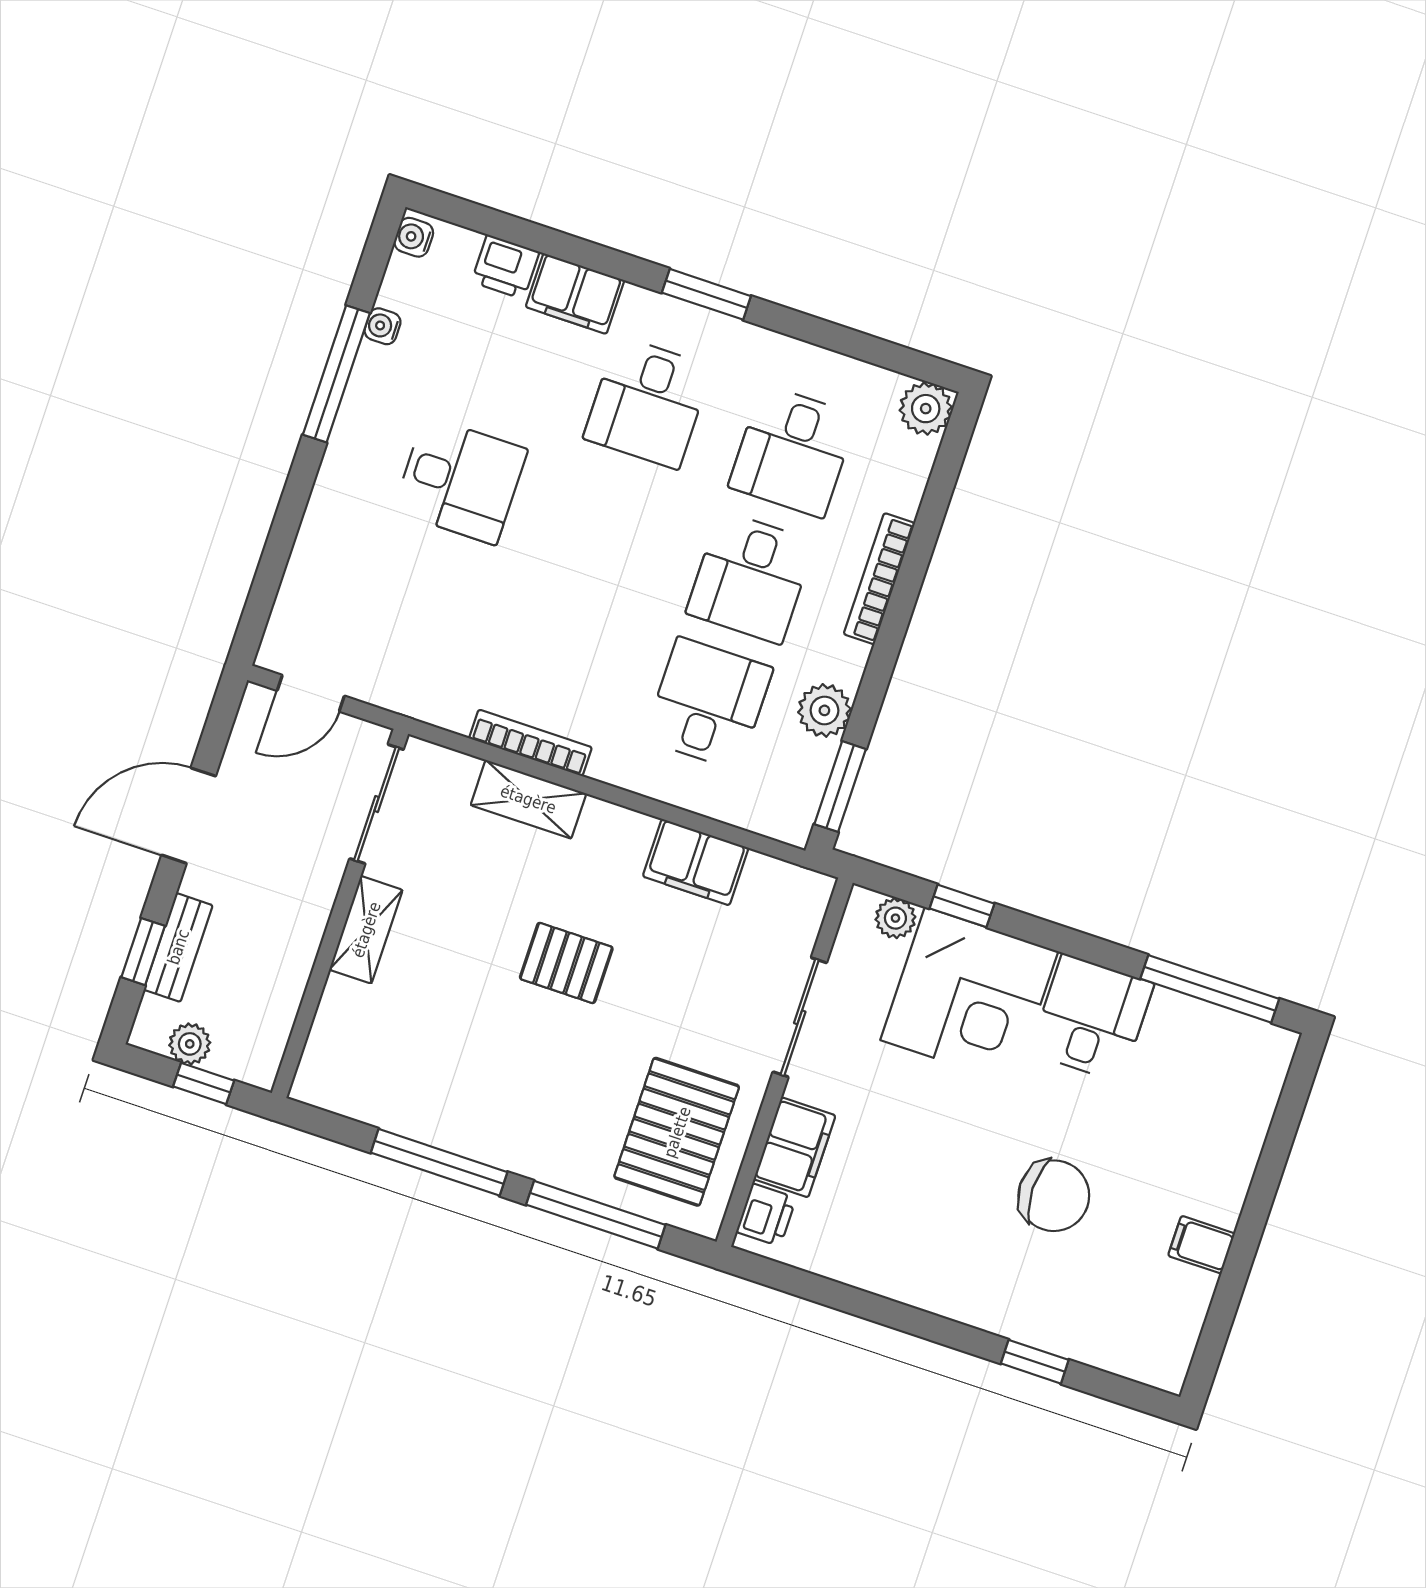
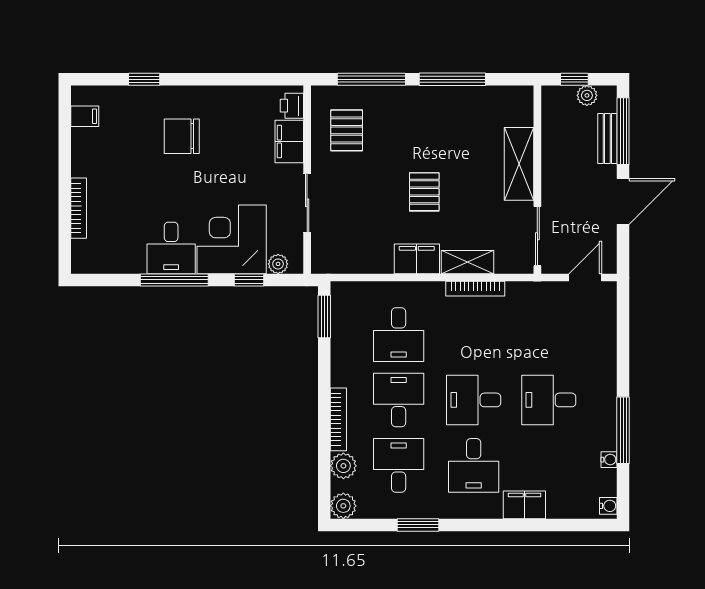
printer: (505, 267) -> (561, 506), removed
window: (706, 294) -> (418, 525), moved
desk: (648, 402) -> (474, 465), turned 180
desk: (605, 529) -> (474, 400), added
plant: (824, 710) -> (343, 466), moved
filing cabinet: (696, 862) -> (417, 259), moved
shelving: (366, 930) -> (519, 164), width x1.50, depth x1.33
window: (143, 952) -> (623, 131), width x2.17
pallet: (566, 963) -> (424, 192), turned 90
window: (1210, 989) -> (174, 280), moved
pallet: (677, 1132) -> (347, 130), width x0.67, depth x0.71
bookcase: (1245, 1155) -> (79, 208), added
chair: (1054, 1196) -> (182, 136), moved
filing cabinet: (1201, 1245) -> (85, 116), moved

